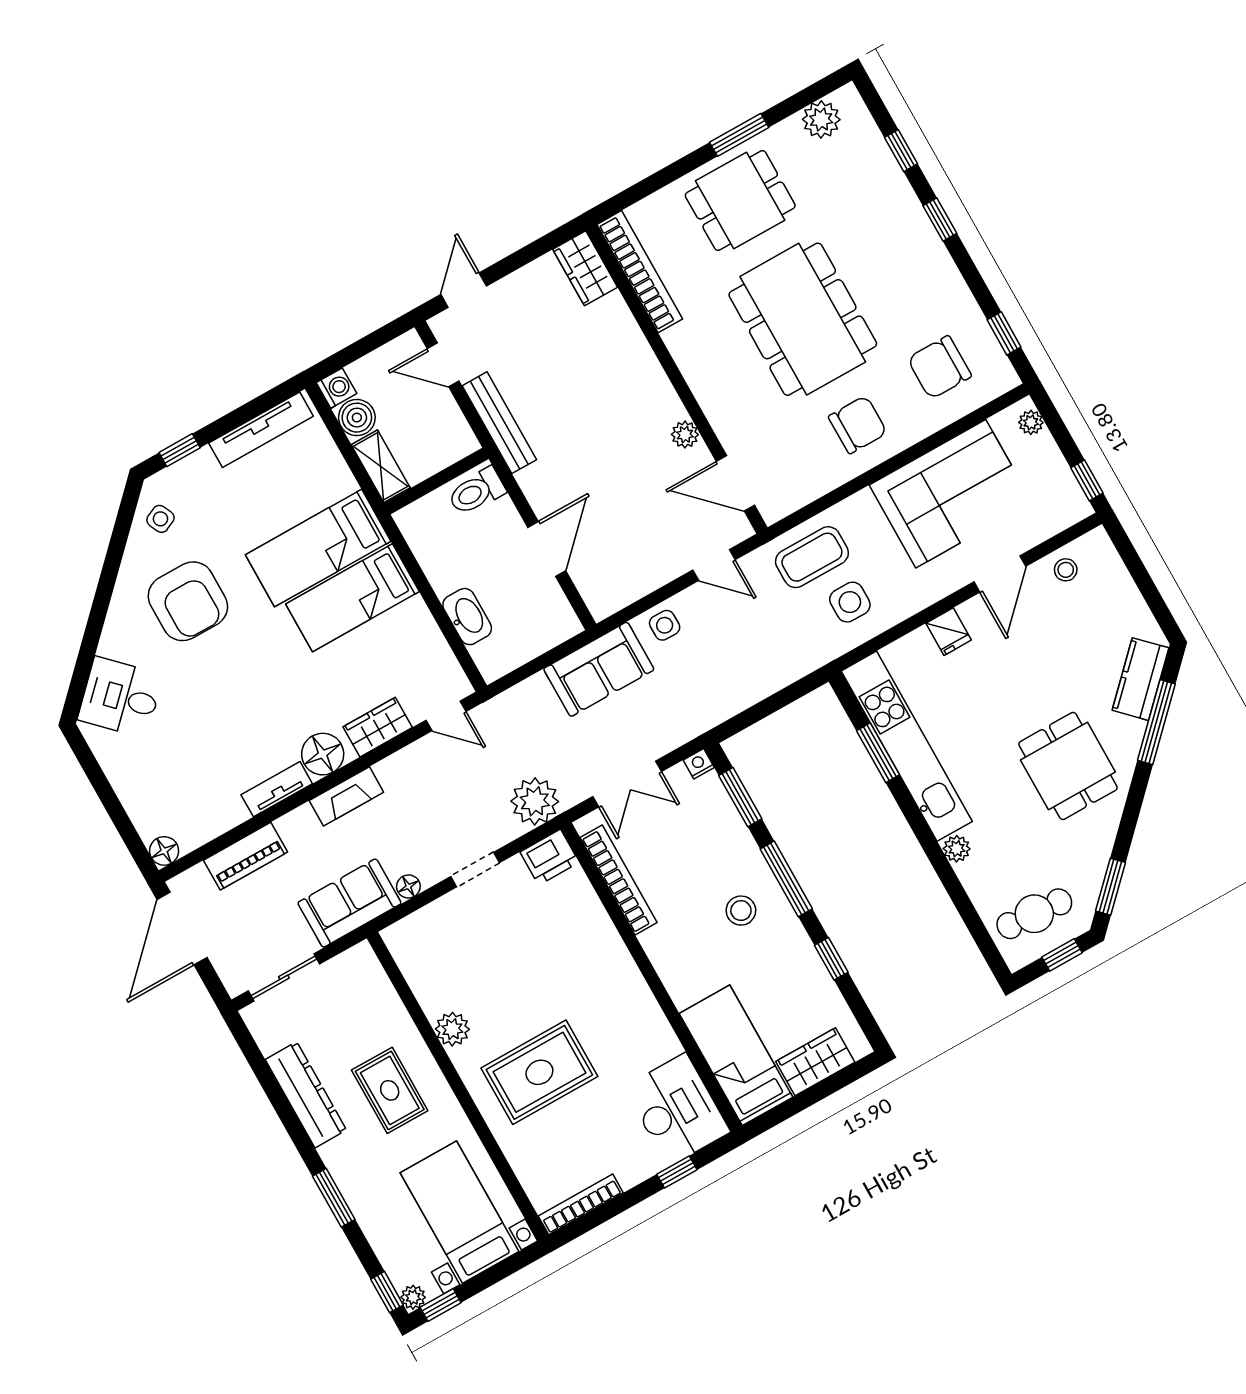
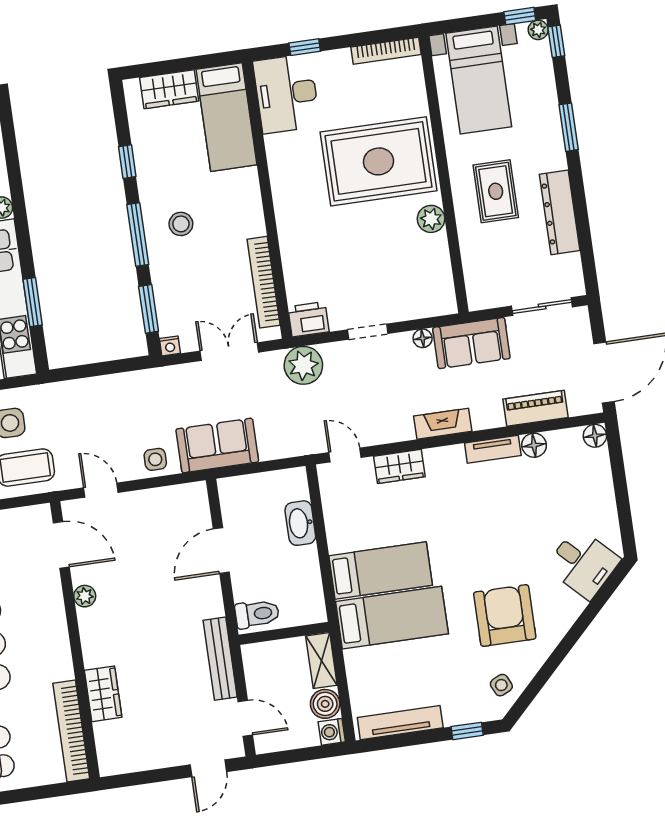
wardrobe: (585, 268) -> (103, 694), moved
floor lamp: (323, 754) -> (534, 445), moved, width x0.73, depth x0.73
rug: (539, 1072) -> (378, 161), width x1.37, depth x1.44

